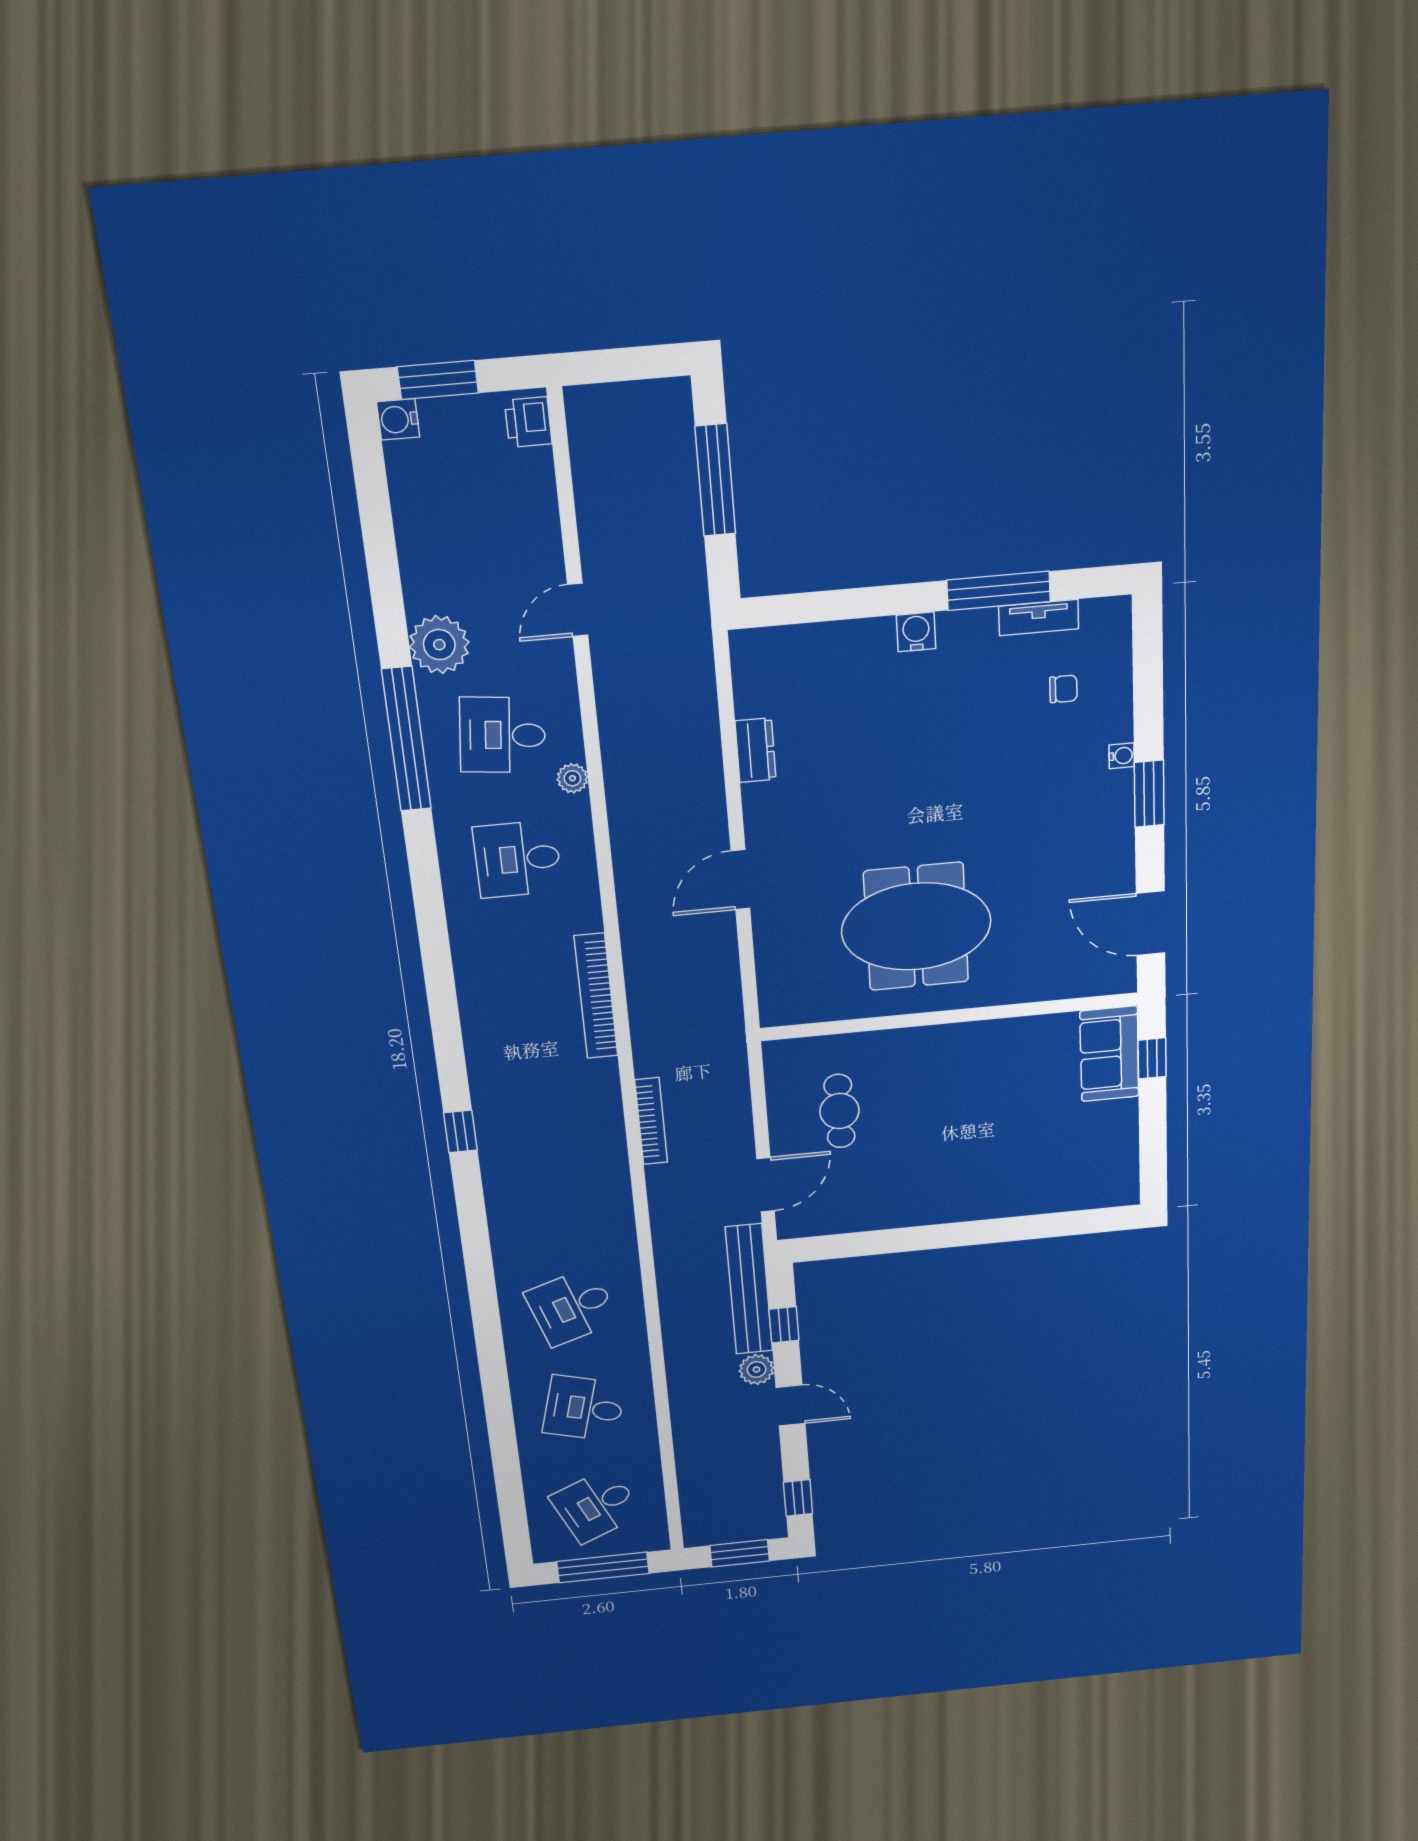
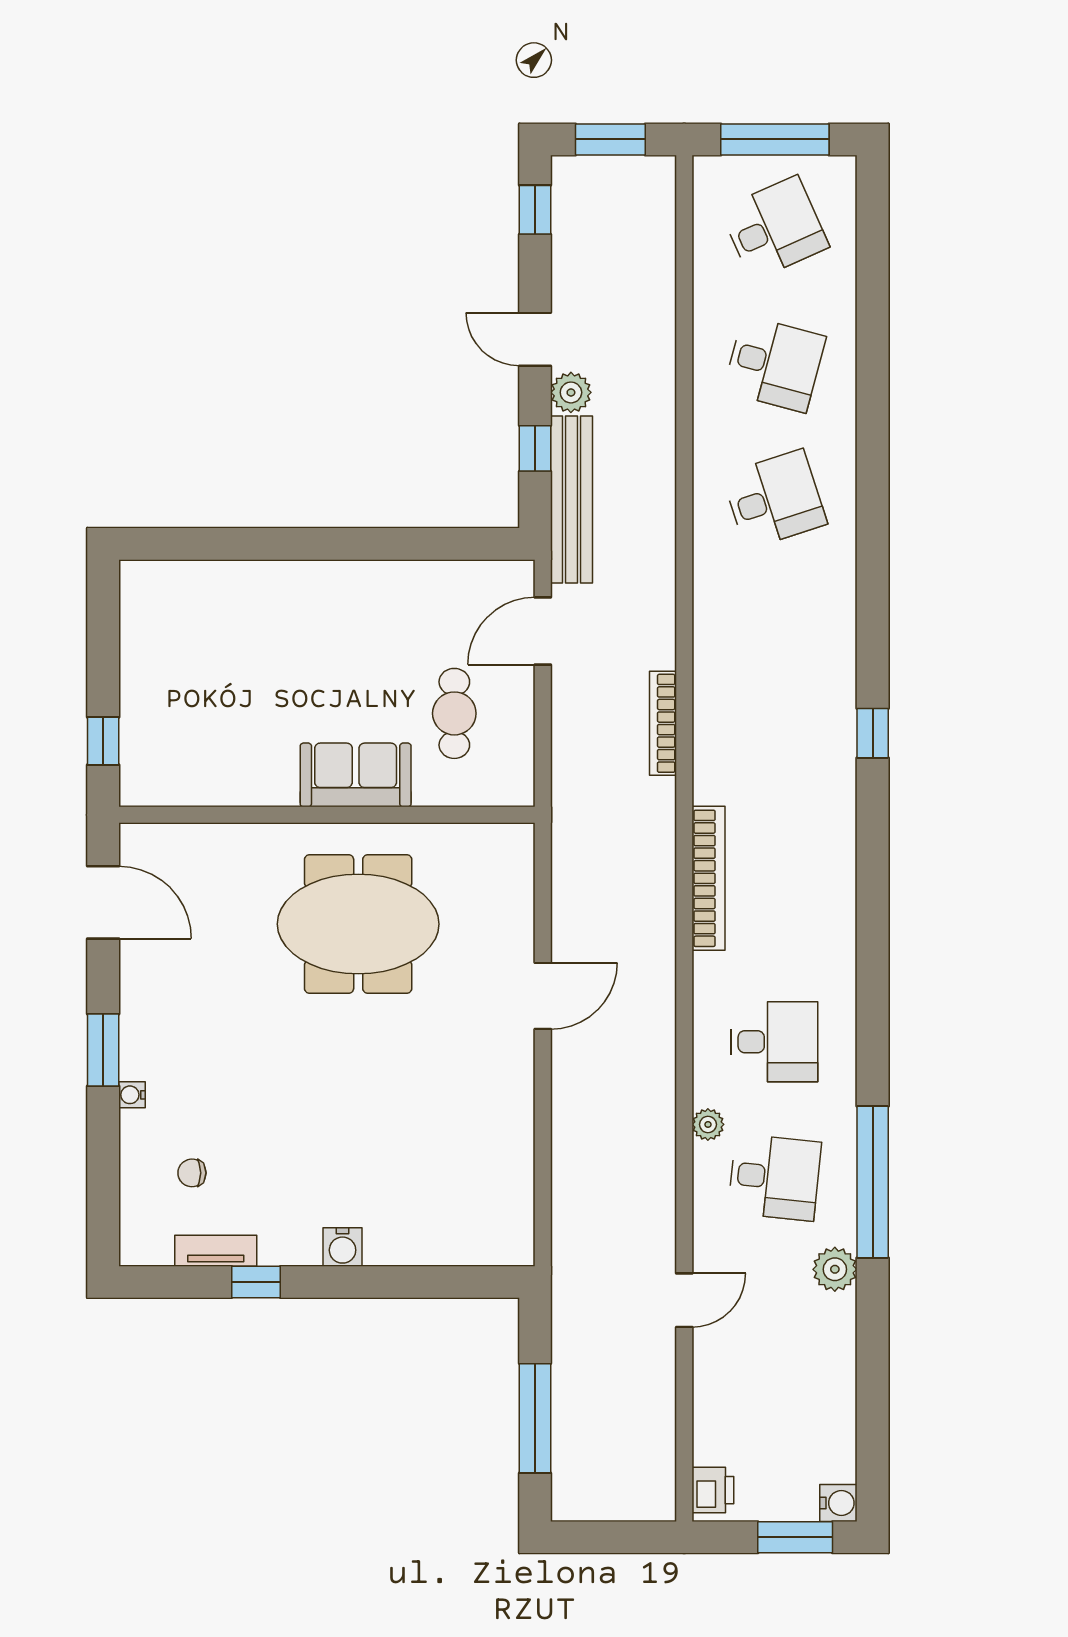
window: (999, 591) -> (256, 1282), width x0.46
plant: (439, 645) -> (835, 1269), width x0.73, depth x0.73
dresser: (755, 750) -> (516, 1137), removed
sofa: (1109, 1054) -> (356, 775), moved, turned -90

